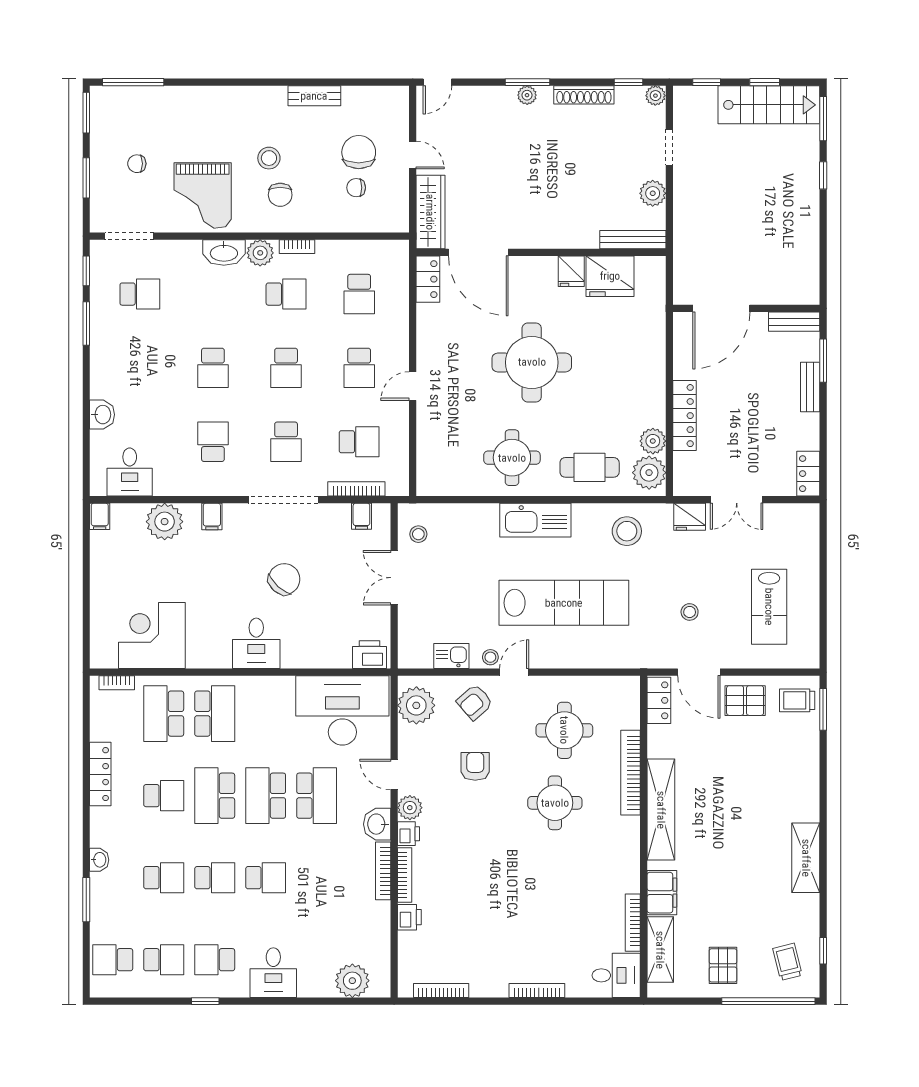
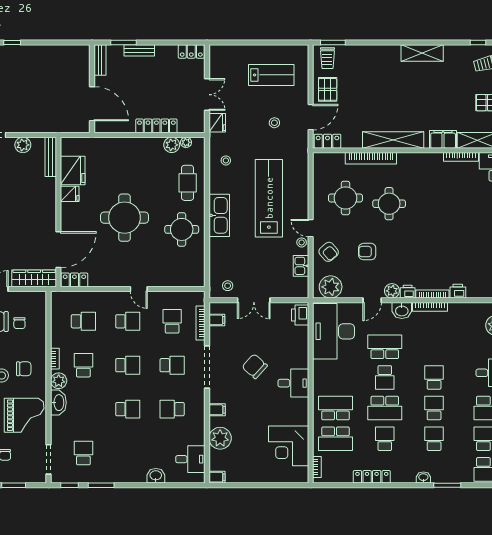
plant: (649, 473) -> (186, 142), width x0.53, depth x0.53
stool: (627, 531) -> (226, 160), width x0.53, depth x0.53
school desk: (266, 796) -> (385, 377), width x0.54

